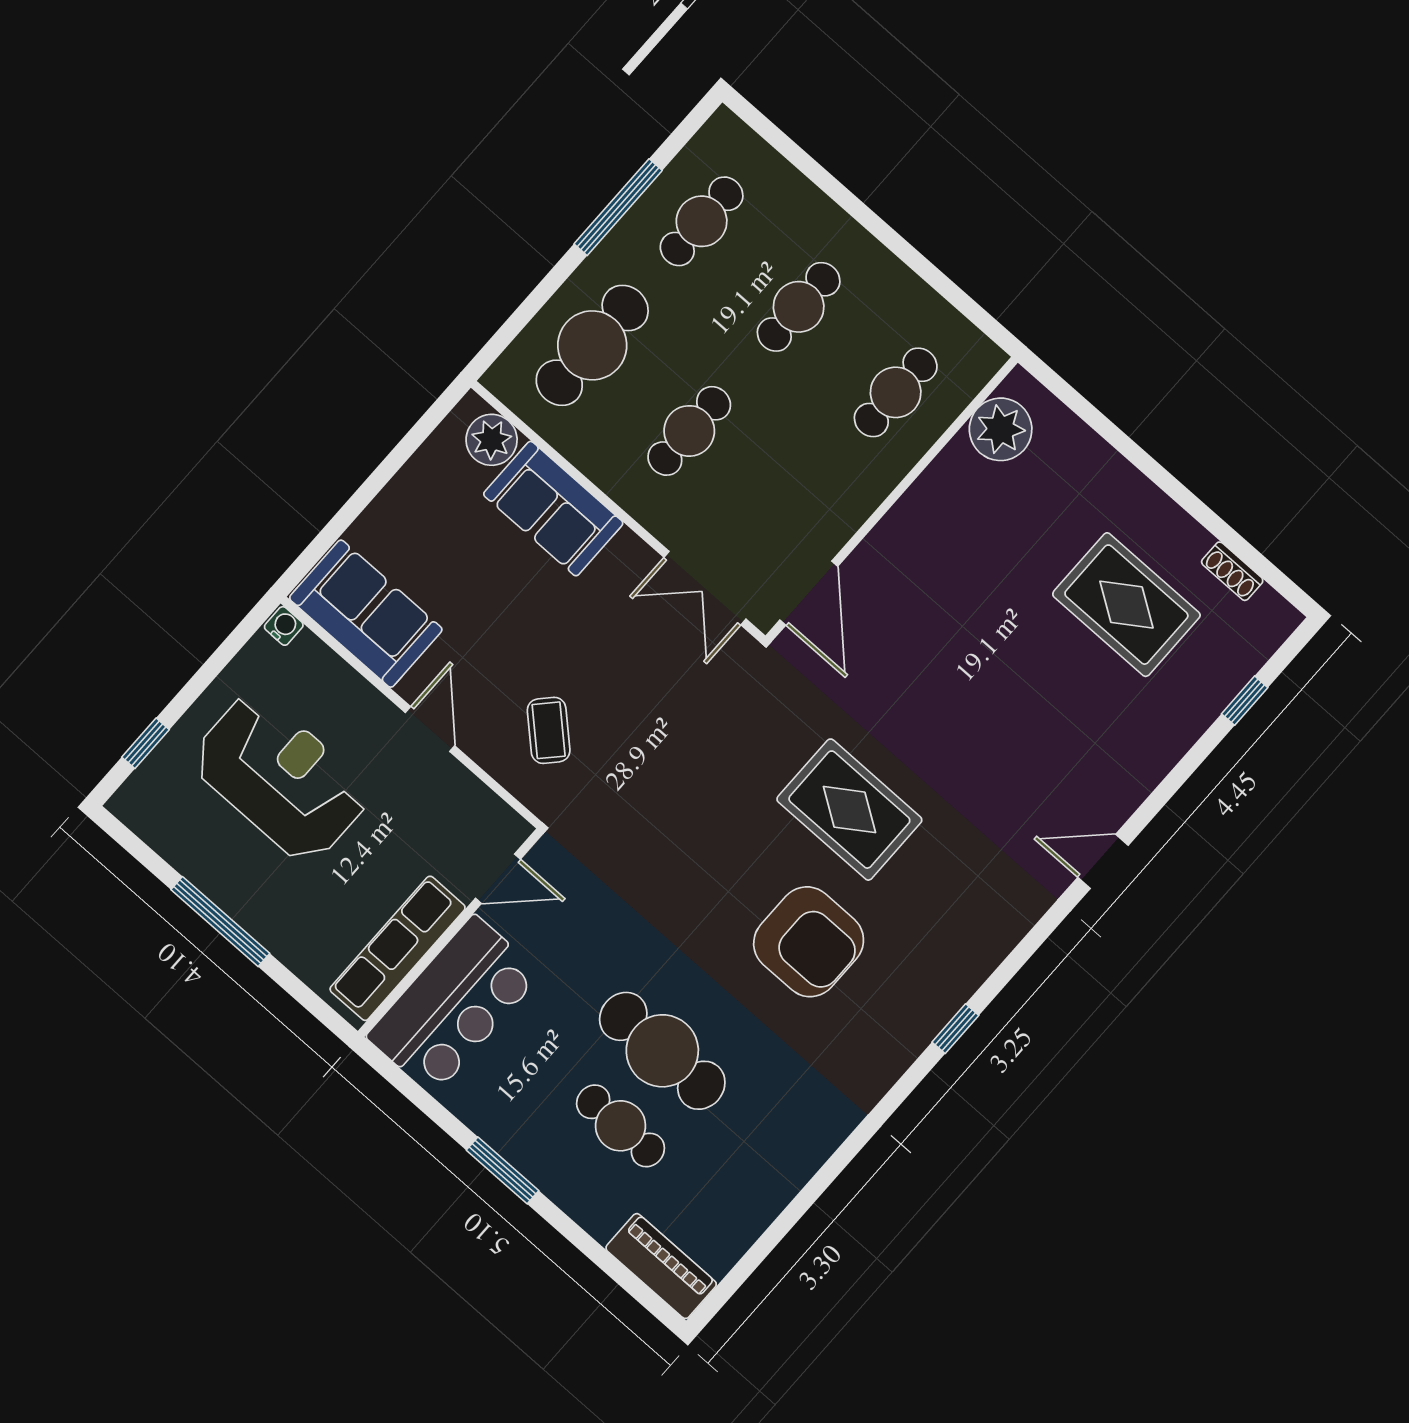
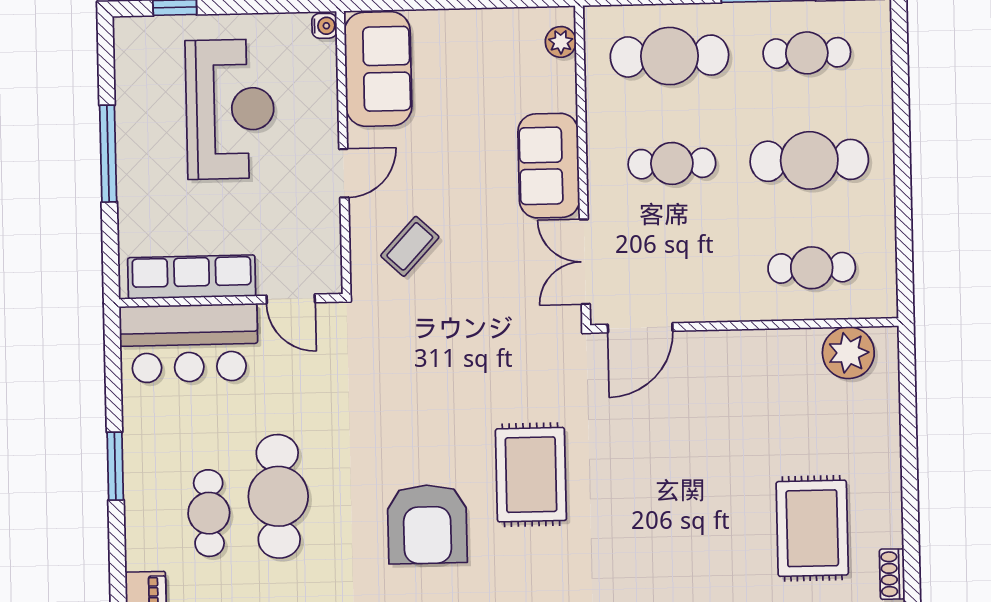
cafe table: (799, 307) -> (809, 160), width x1.37, depth x1.35
plant: (492, 440) -> (561, 42), width x0.73, depth x0.73
sofa: (553, 509) -> (549, 166), moved

